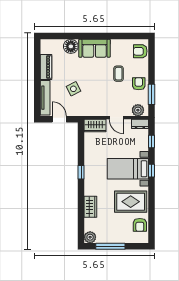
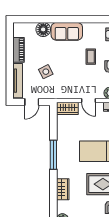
door: (59, 119) -> (32, 102), swing flipped
window: (81, 172) -> (53, 155), width x2.17

